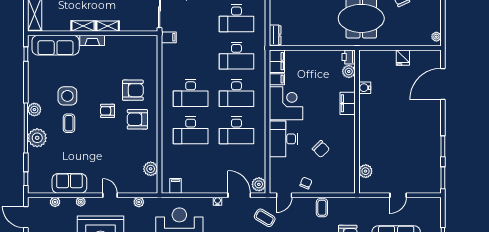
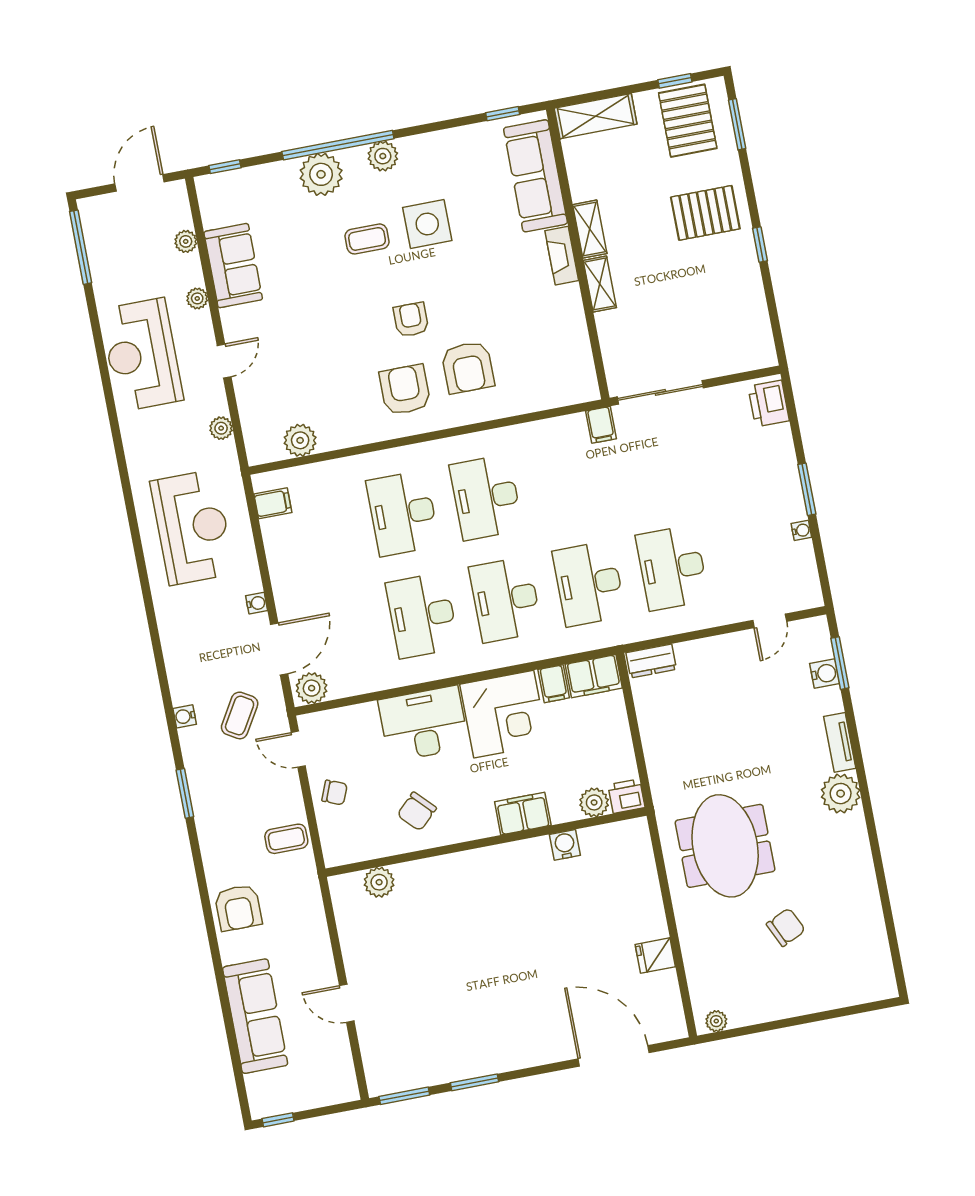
printer: (349, 57) -> (626, 796), moved
plant: (349, 72) -> (594, 802), moved
water cooler: (365, 88) -> (565, 845), moved
filing cabinet: (348, 103) -> (523, 814), moved
wall: (357, 122) -> (486, 842), moved
plant: (366, 171) -> (379, 882), moved

